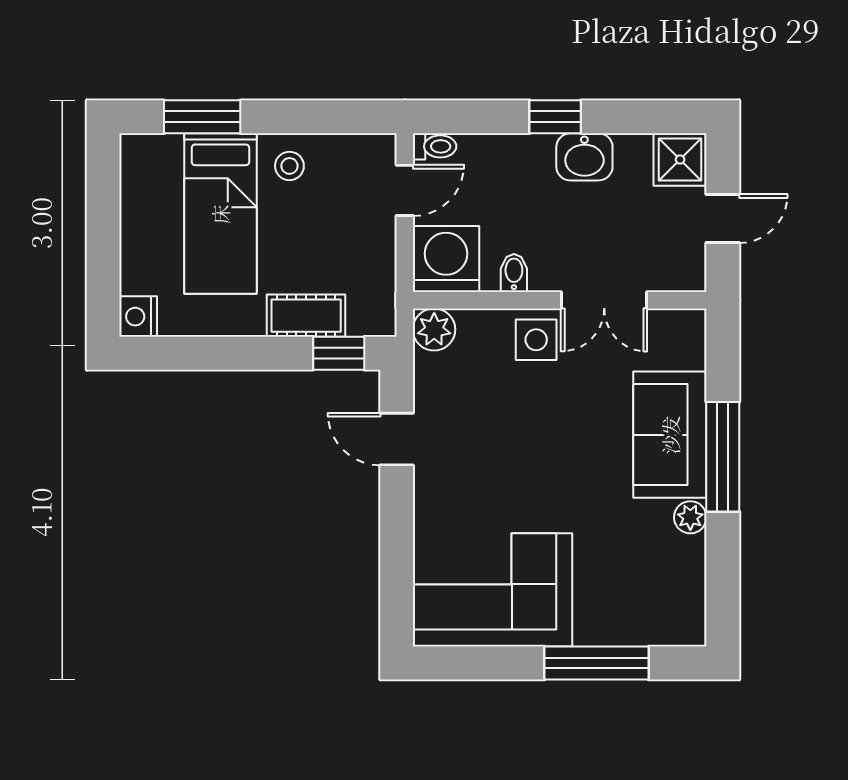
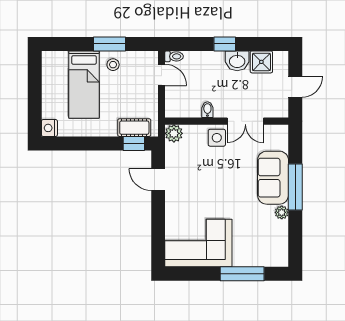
window: (202, 117) -> (109, 44), moved
shower: (680, 160) -> (261, 62), moved
door: (405, 190) -> (162, 75), hinge flipped
washing machine: (446, 259) -> (179, 104), removed
cot: (306, 316) -> (134, 128), moved

